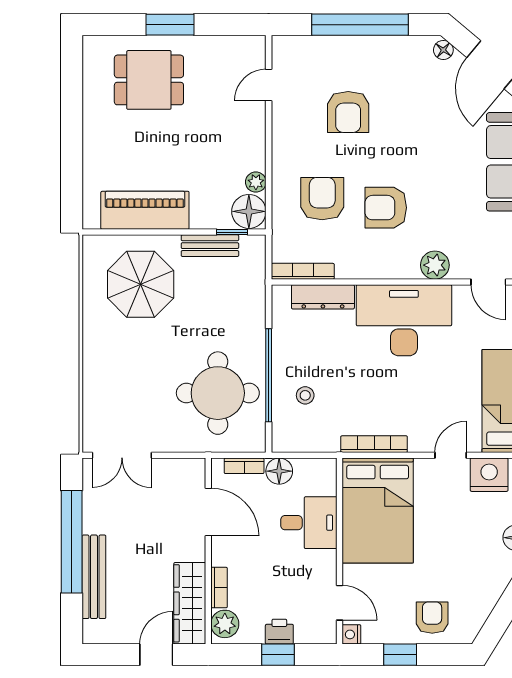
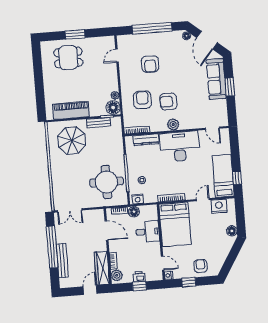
plant: (435, 265) -> (173, 125), moved
nightstand: (291, 441) -> (138, 199), added

